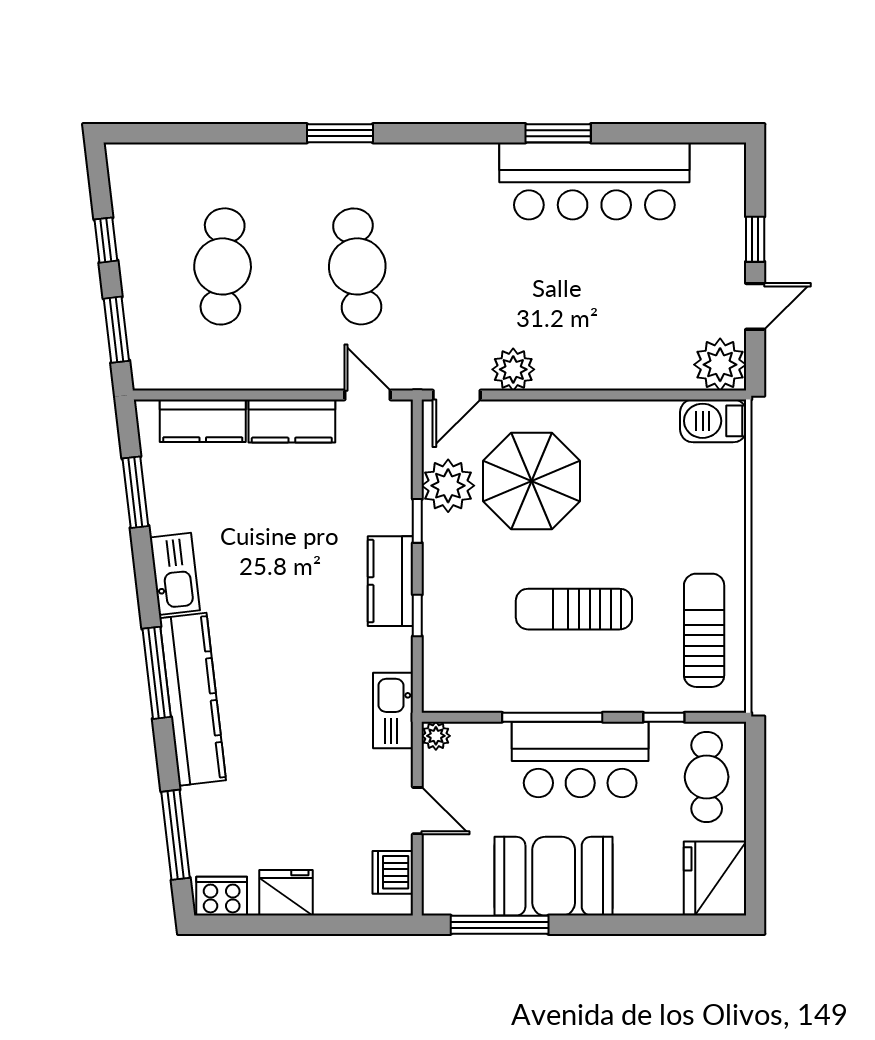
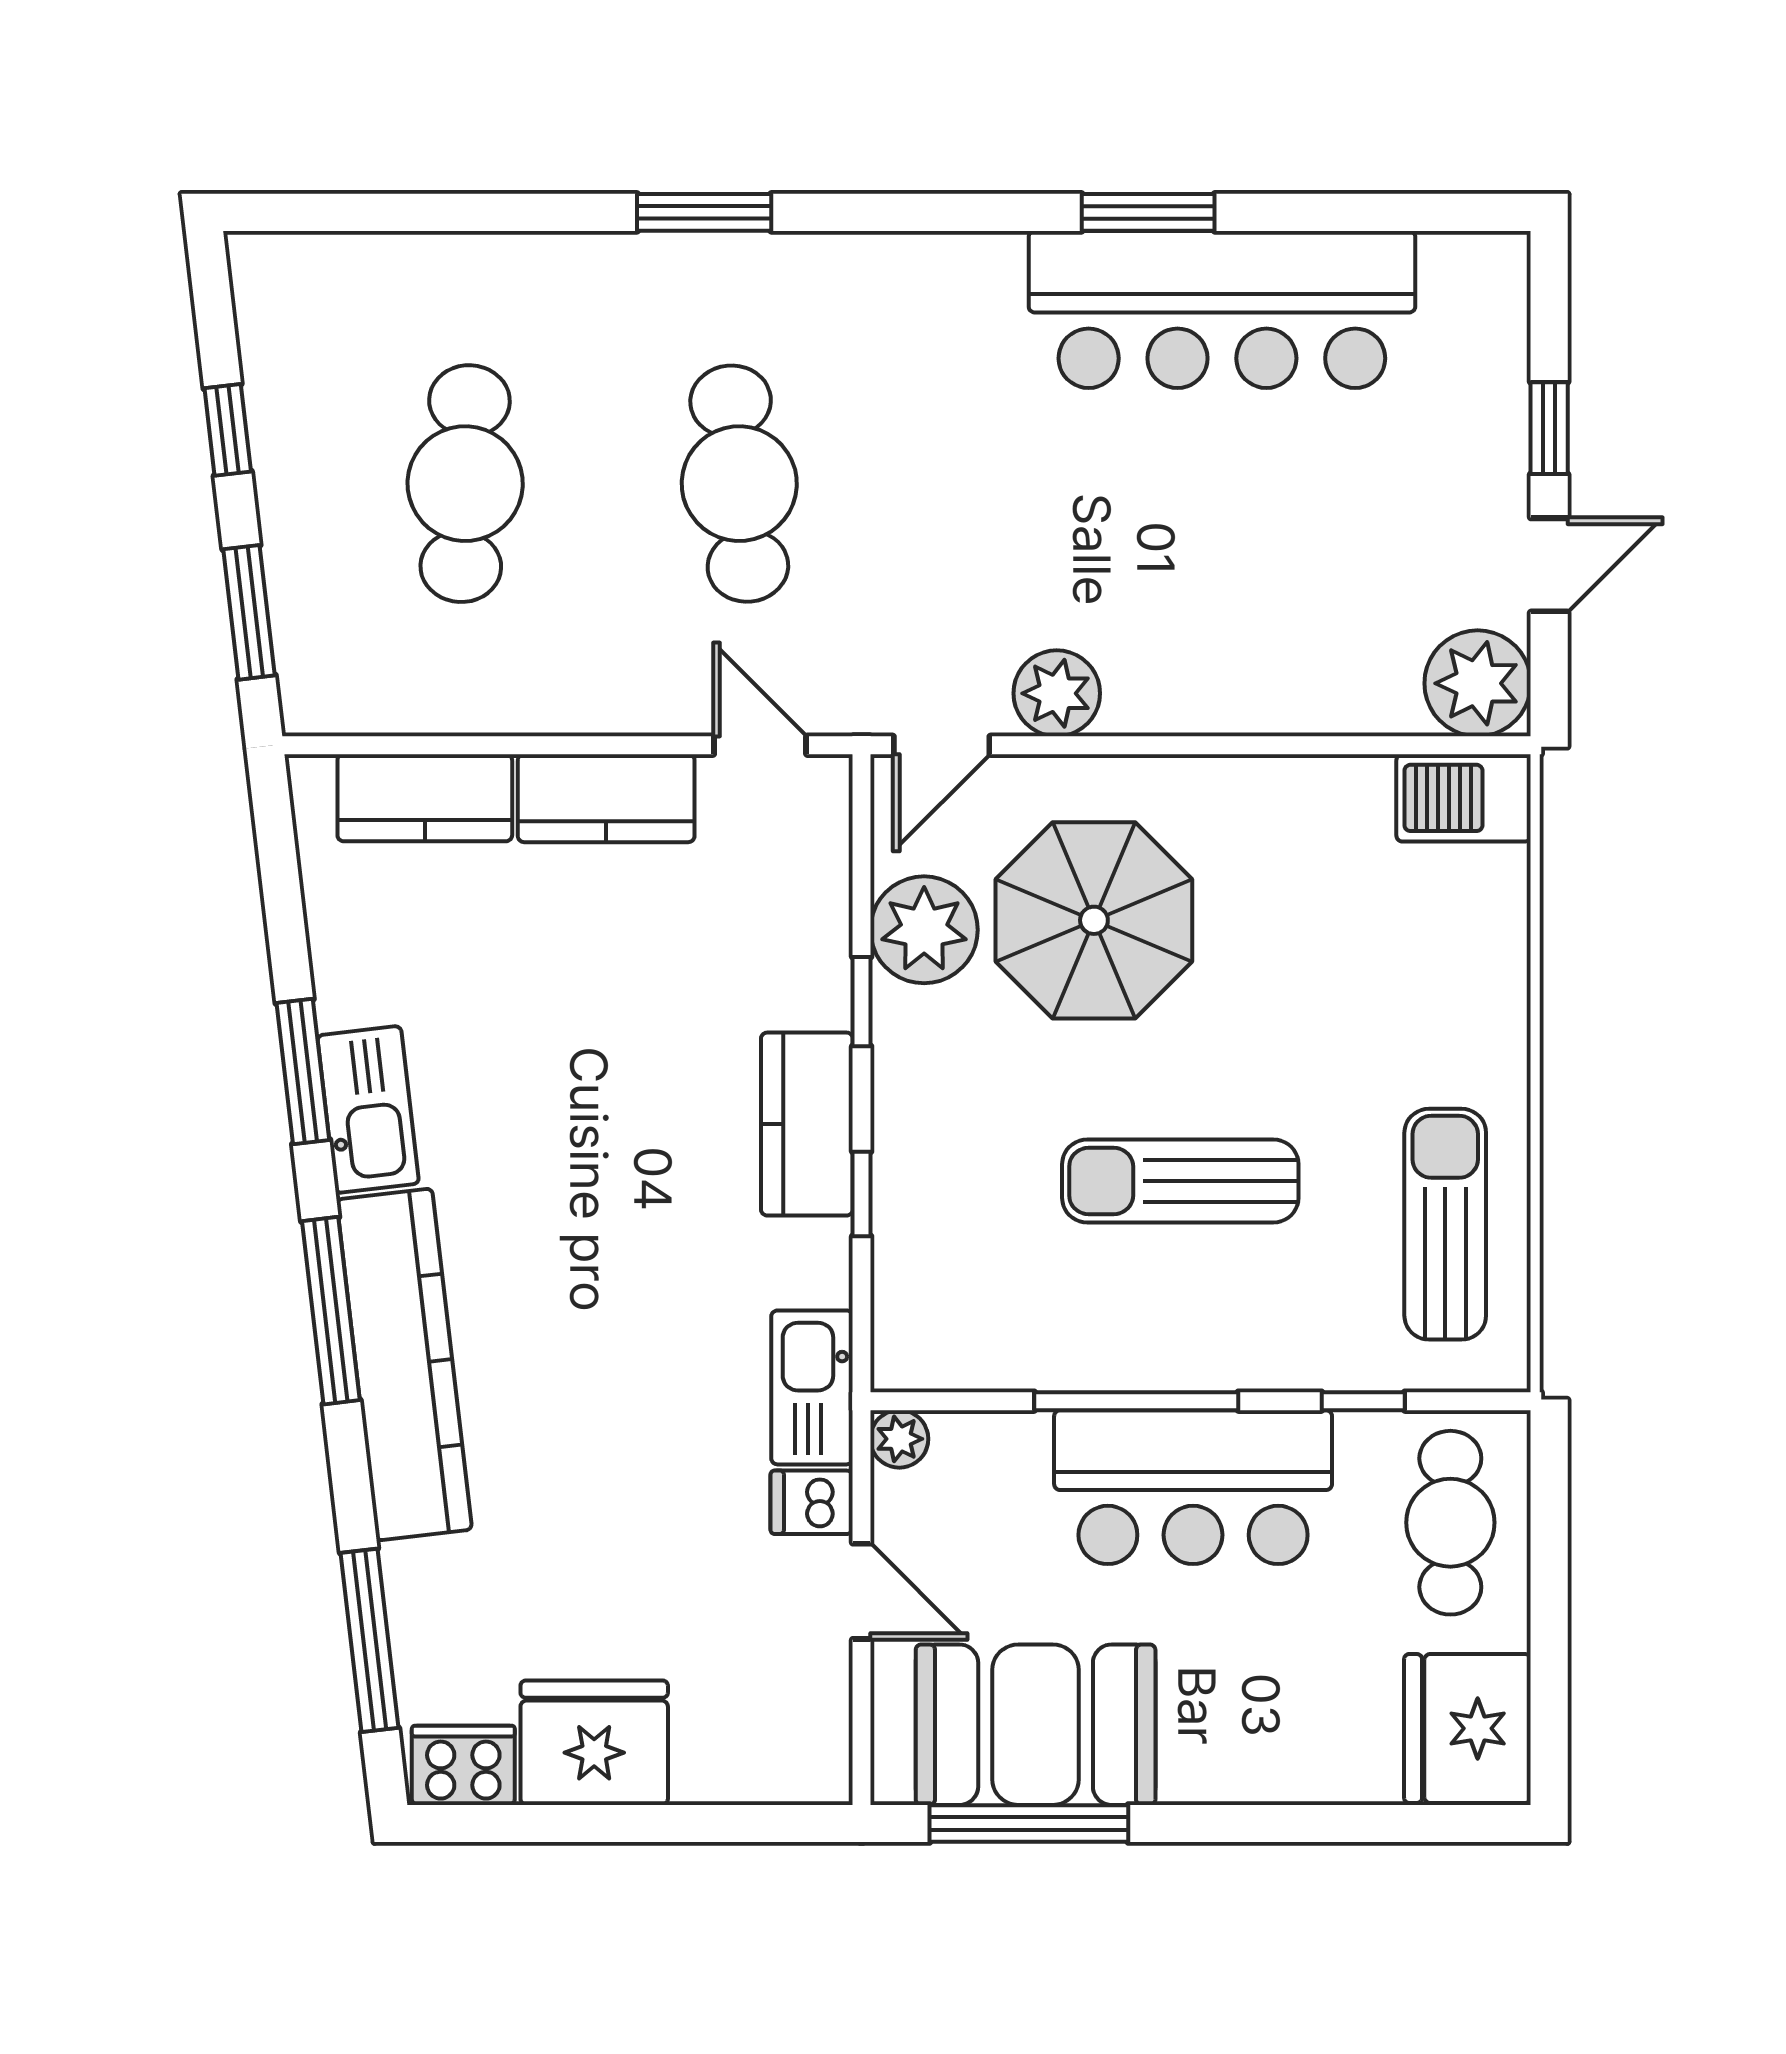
window: (135, 492) -> (303, 1072), moved
dishwasher: (393, 872) -> (812, 1502), moved, width x0.73
booth: (554, 876) -> (1036, 1725), moved
fridge: (286, 893) -> (594, 1743), width x1.36, depth x1.34

